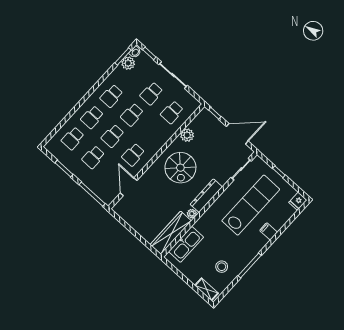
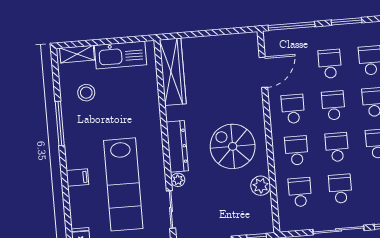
school desk: (153, 133) -> (296, 150), added
door: (129, 187) -> (263, 72), hinge flipped
plant: (192, 214) -> (178, 180), moved
kitchen sink: (186, 244) -> (120, 55), moved, turned -90

